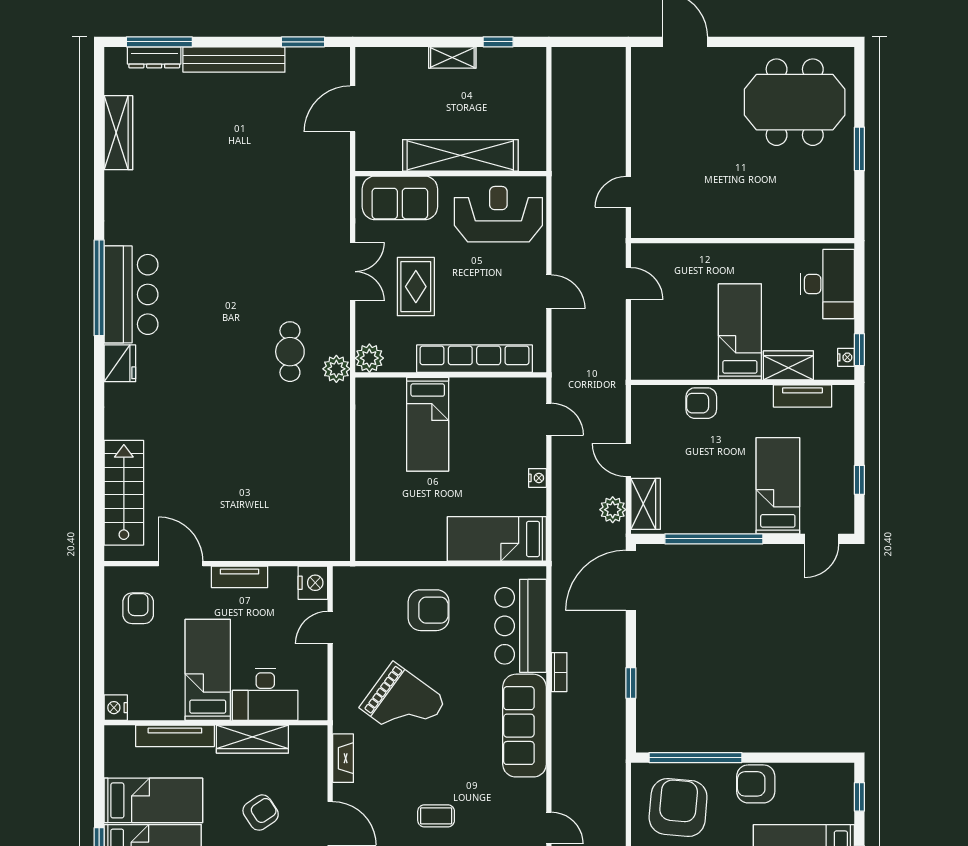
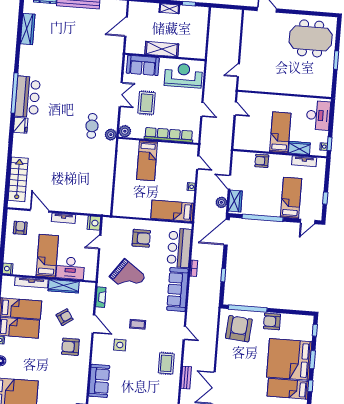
shelving: (460, 155) -> (162, 49), width x0.68

